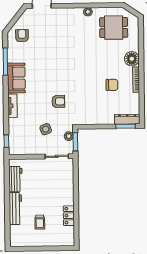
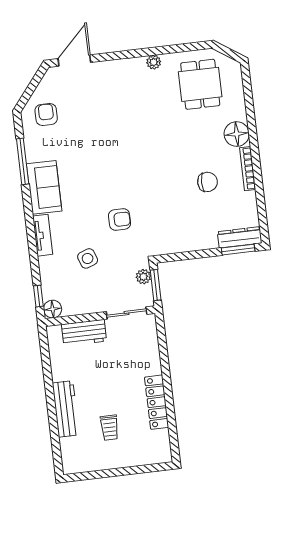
dining table: (114, 28) -> (200, 84), turned 90
side table: (46, 129) -> (88, 258), moved
floor lamp: (14, 149) -> (53, 309), added
workbench: (15, 179) -> (84, 333), moved, turned 90
locker: (69, 216) -> (157, 402), width x1.53

